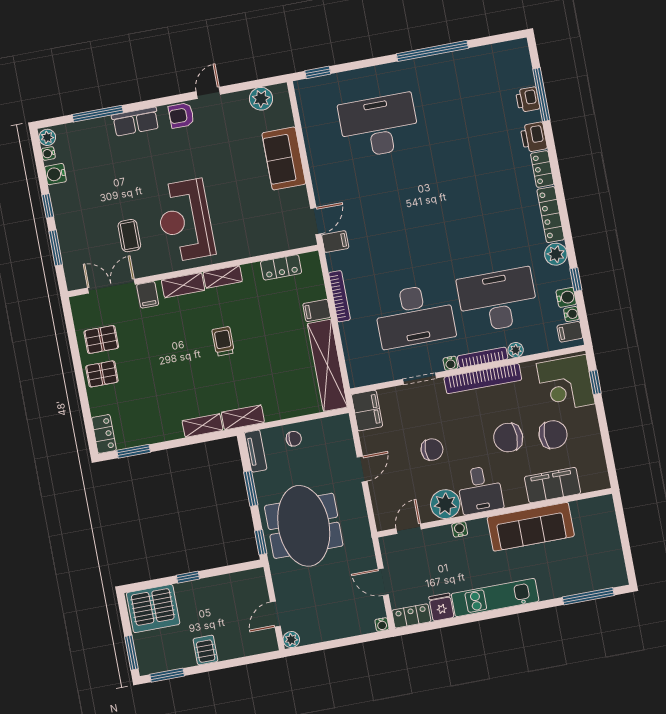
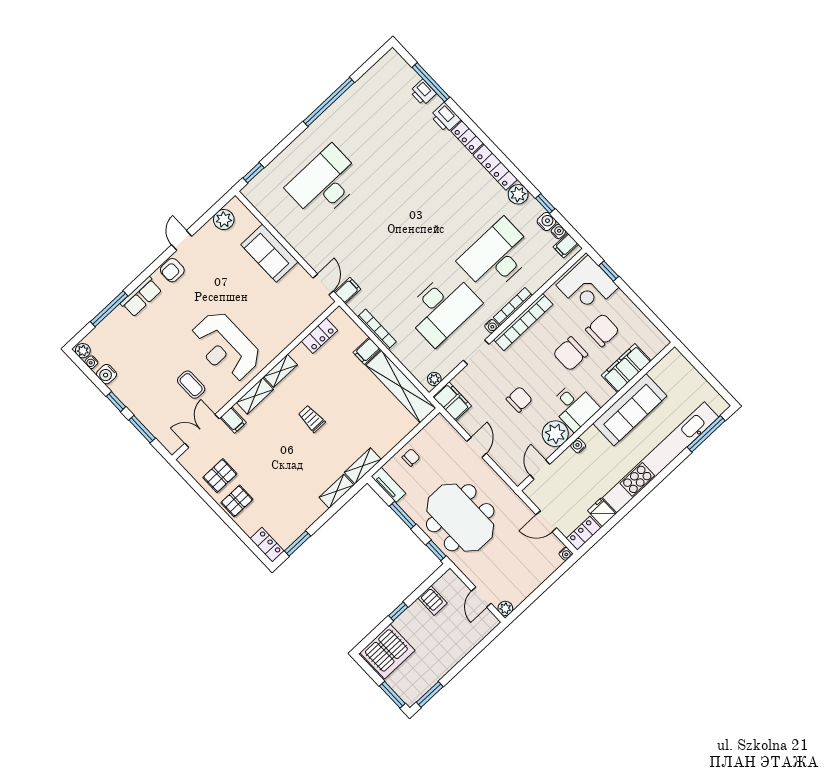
plant: (516, 350) -> (434, 379), moved
kitchen unit: (495, 598) -> (661, 457), width x1.86
server rack: (205, 650) -> (433, 600), moved, turned 180

